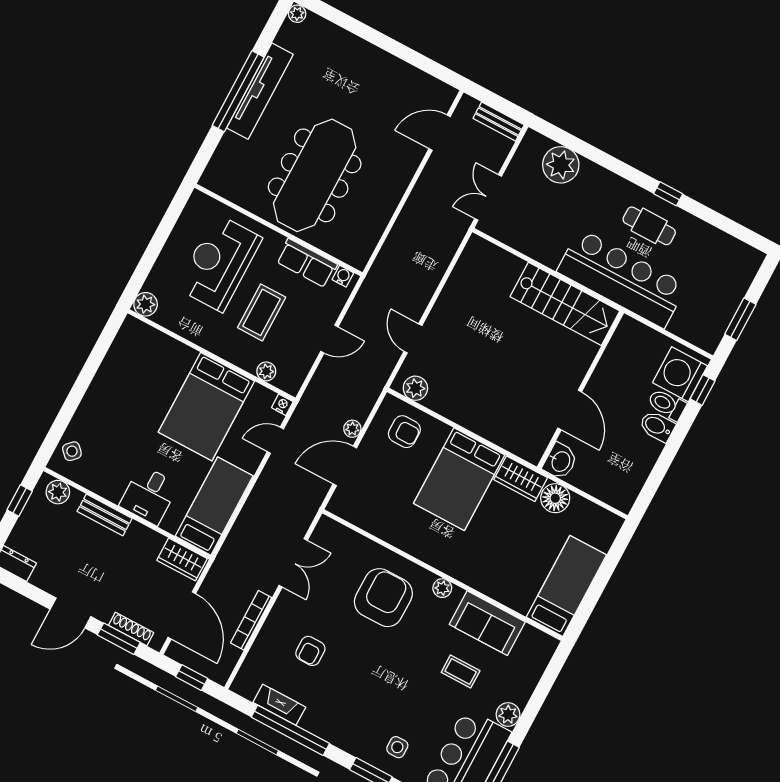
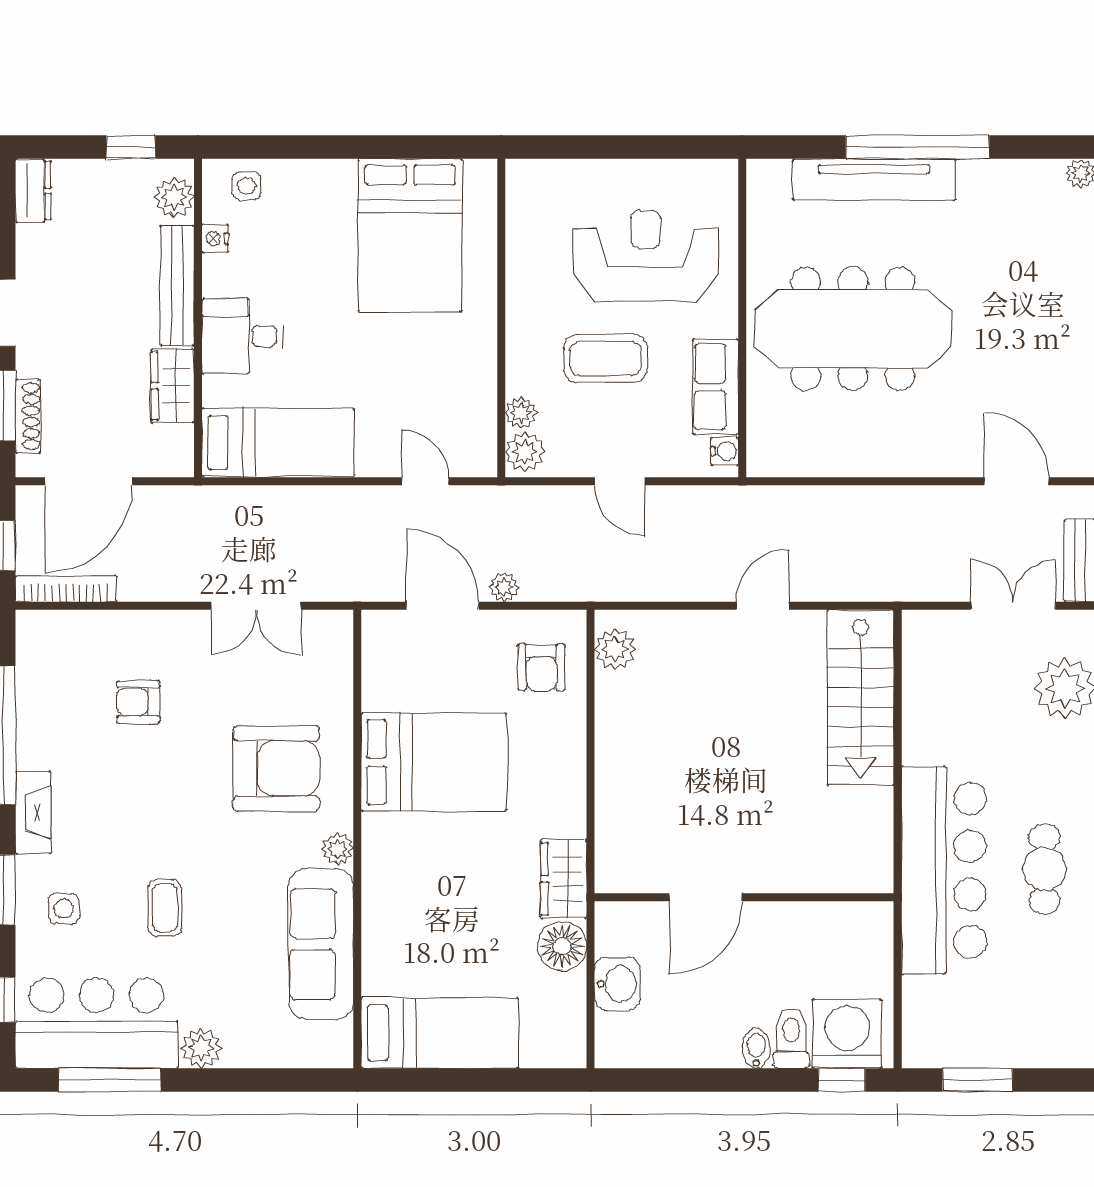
tv unit: (260, 91) -> (874, 180), moved
double door: (488, 197) -> (1013, 606), moved
plant: (146, 304) -> (525, 452), moved
stairs: (565, 304) -> (861, 698), moved
door: (413, 338) -> (763, 606), moved
nightstand: (282, 405) -> (215, 239), moved, turned 180
bed: (206, 407) -> (410, 235), moved, turned -90
bidet: (657, 426) -> (756, 1048), width x0.72, depth x0.74
side table: (72, 451) -> (247, 186), turned 45
washbasin: (560, 461) -> (617, 984), moved, turned -90
bed: (459, 479) -> (434, 762), moved, turned 180
bench: (105, 515) -> (177, 286), width x1.36
wardrobe: (182, 559) -> (173, 386), moved
bookcase: (251, 620) -> (66, 589), moved
sofa: (487, 623) -> (321, 944), width x1.36
coffee table: (461, 671) -> (165, 908), moved
fireplace: (279, 705) -> (33, 813), moved

